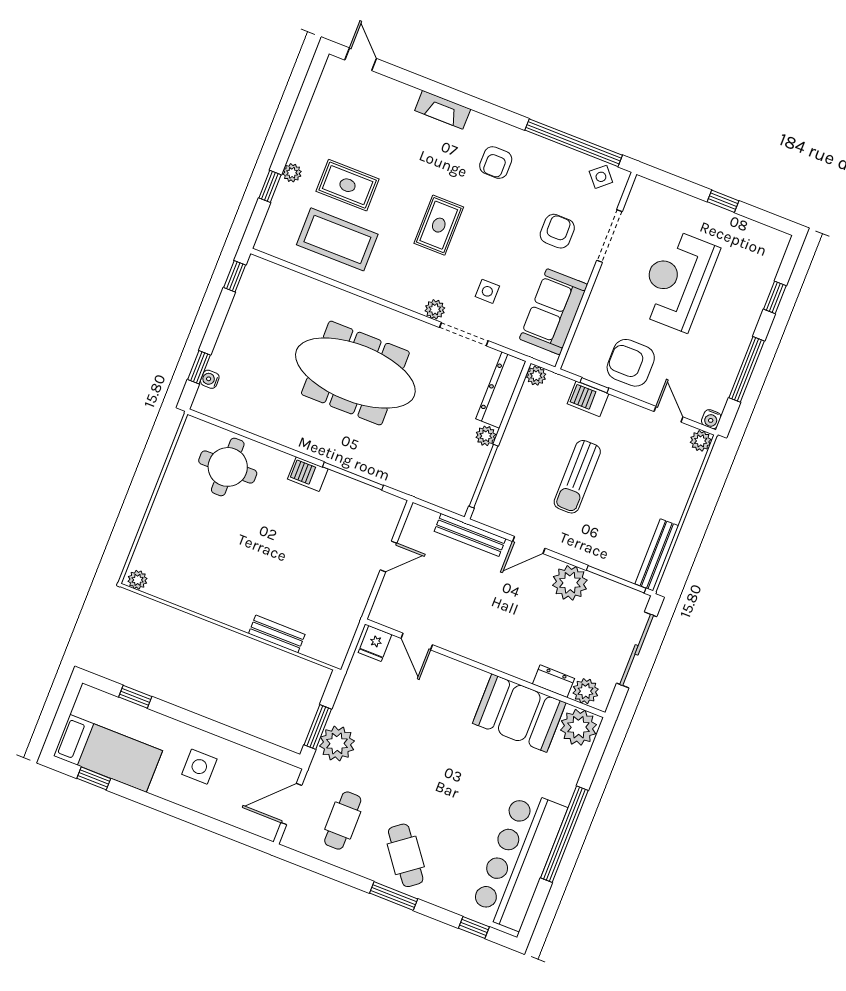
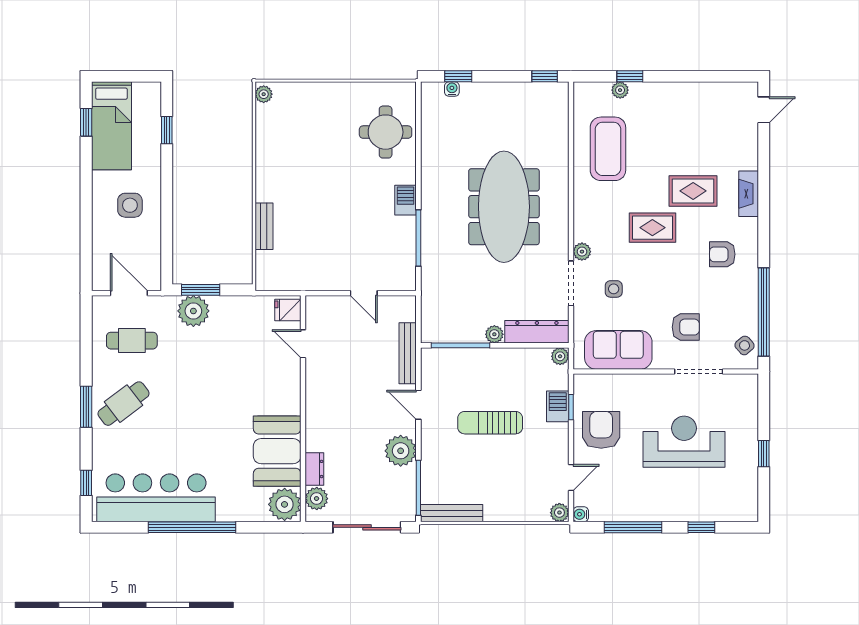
plant: (292, 173) -> (620, 90), moved
rug: (348, 185) -> (693, 191), moved, turned 90
door: (417, 641) -> (303, 344), hinge flipped

